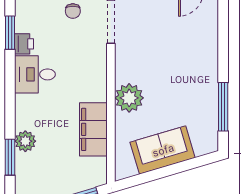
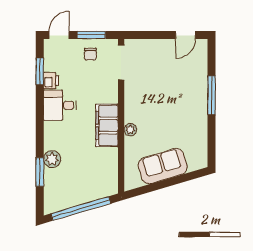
plant: (129, 98) -> (130, 130), width x0.53, depth x0.53
window: (223, 107) -> (212, 95), moved
filing cabinet: (93, 129) -> (107, 125), moved

